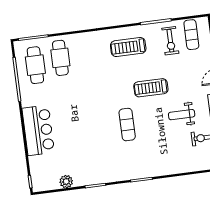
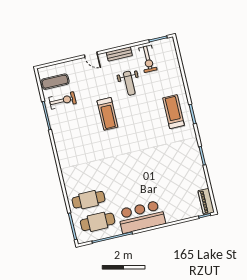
treadmill: (128, 47) -> (174, 112), moved, turned 180
exercise mat: (127, 125) -> (143, 132), removed
bar counter: (38, 130) -> (141, 217), moved
plant: (66, 182) -> (201, 183), removed
piano: (45, 185) -> (206, 202), added

